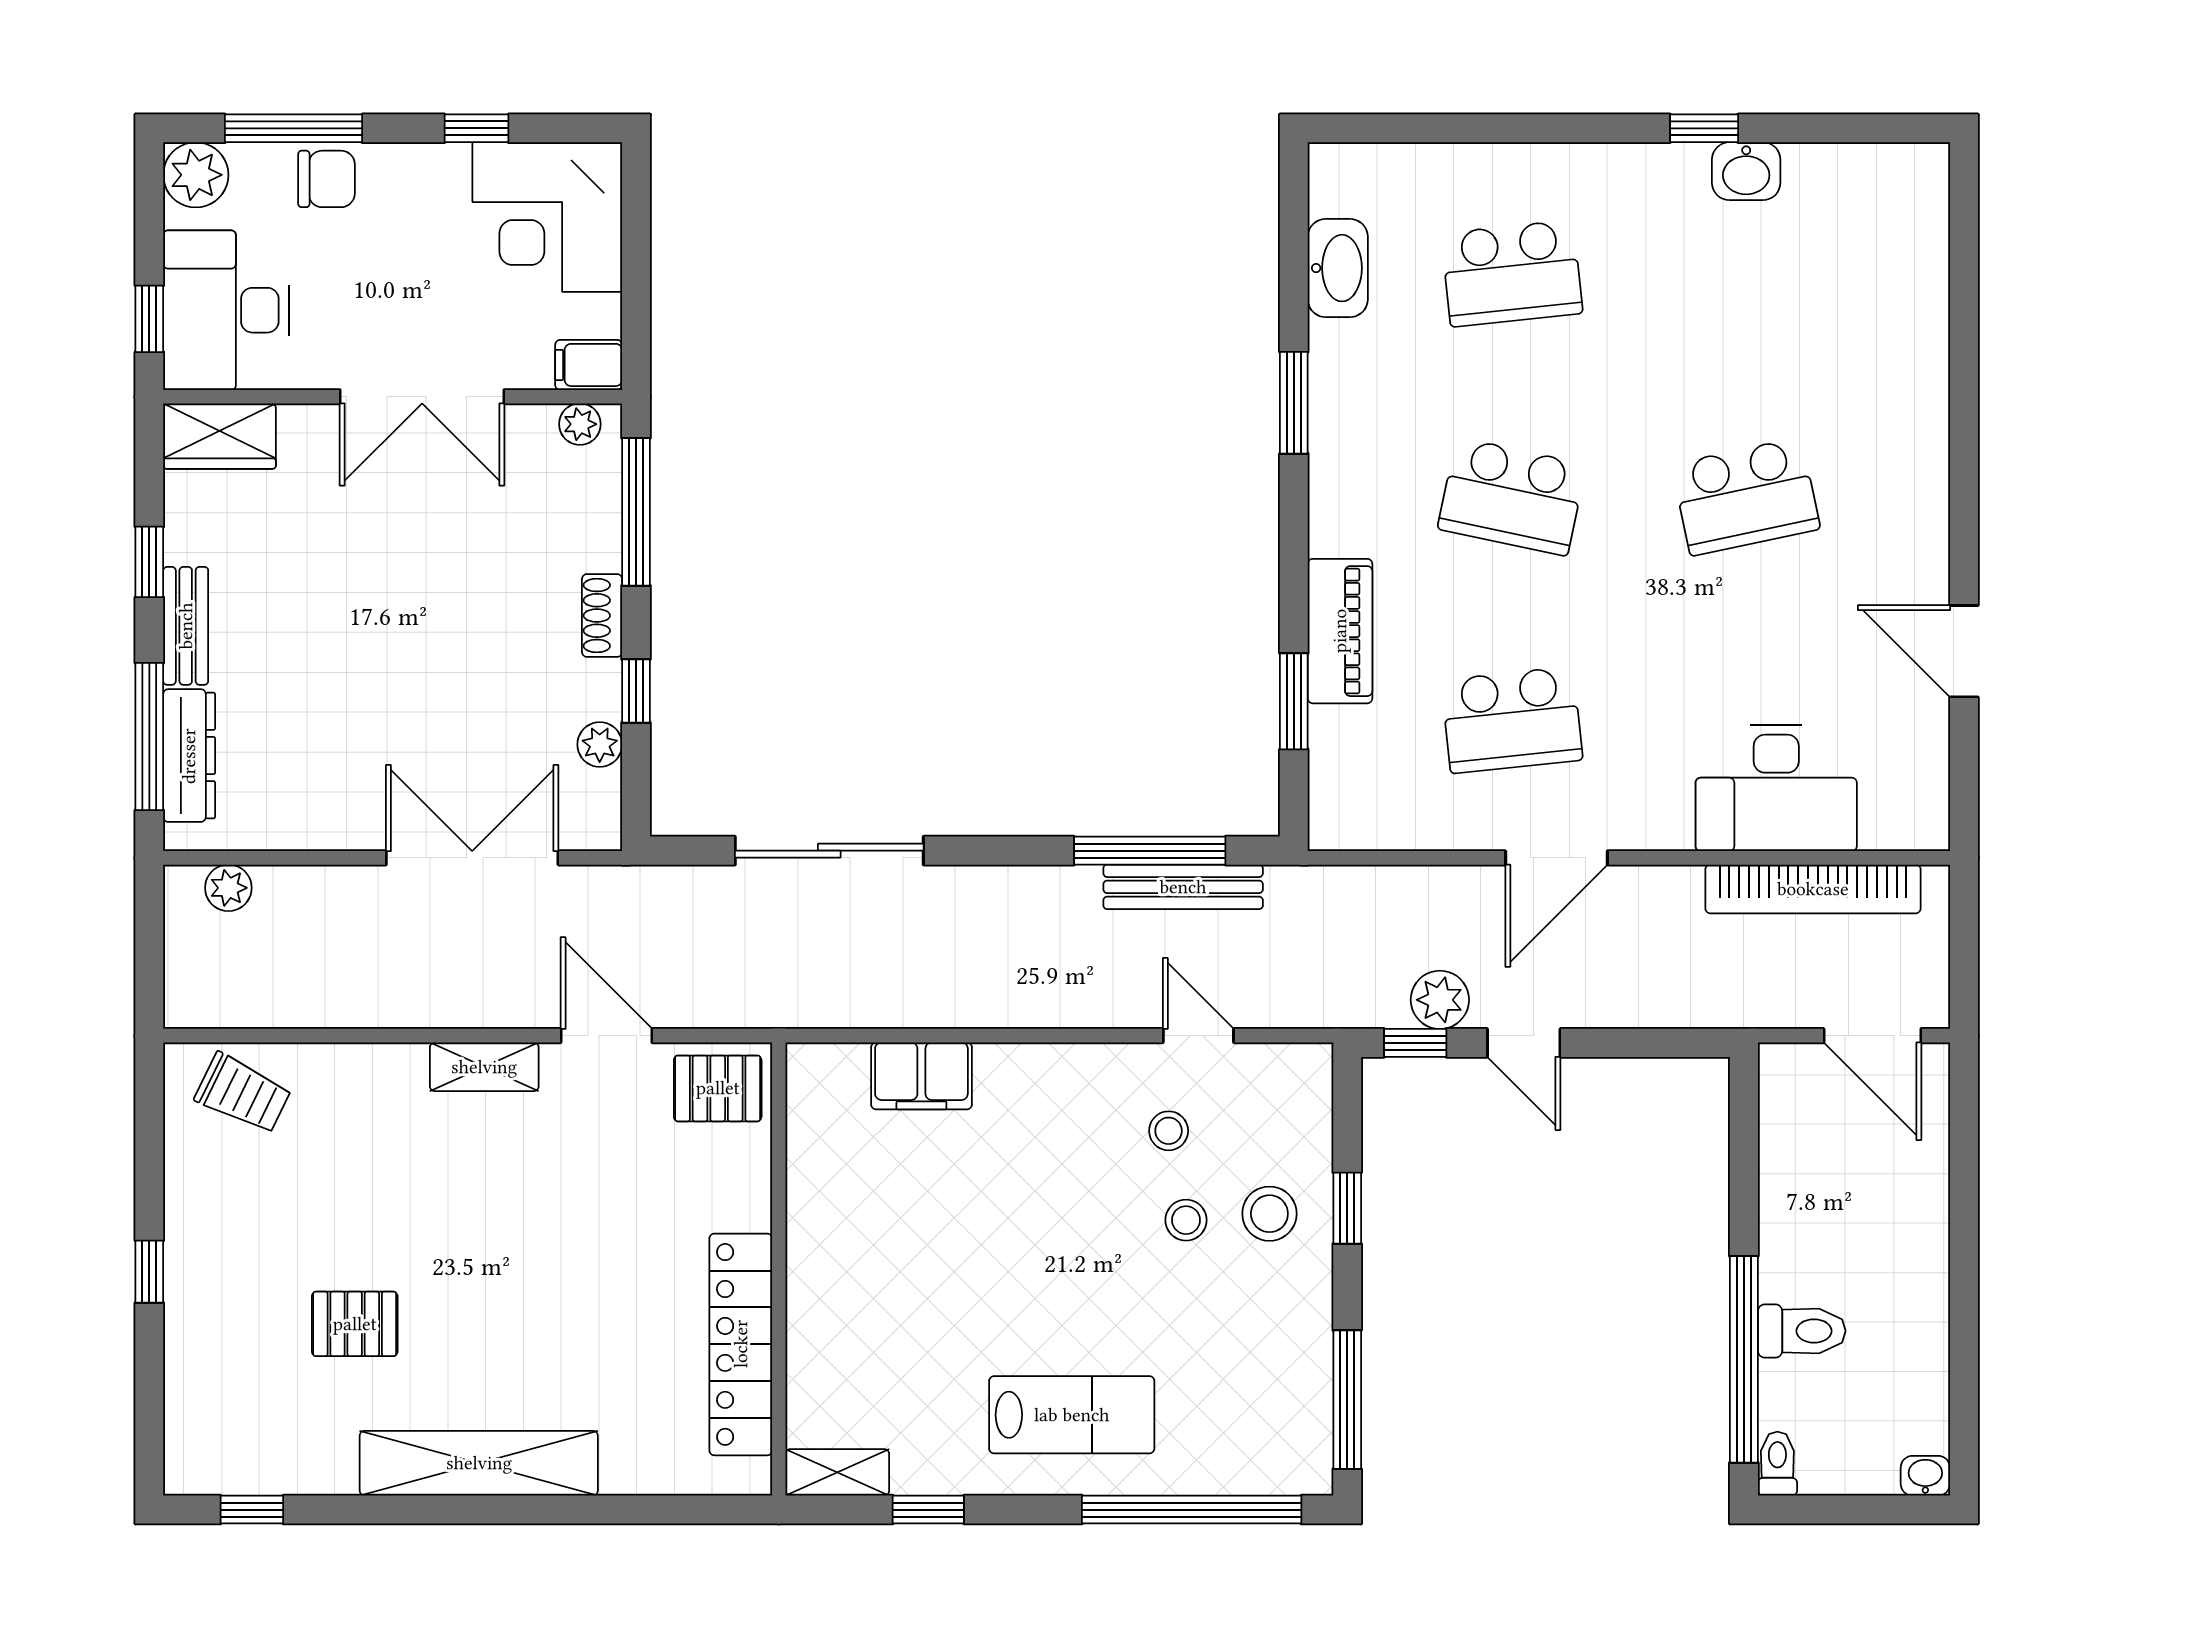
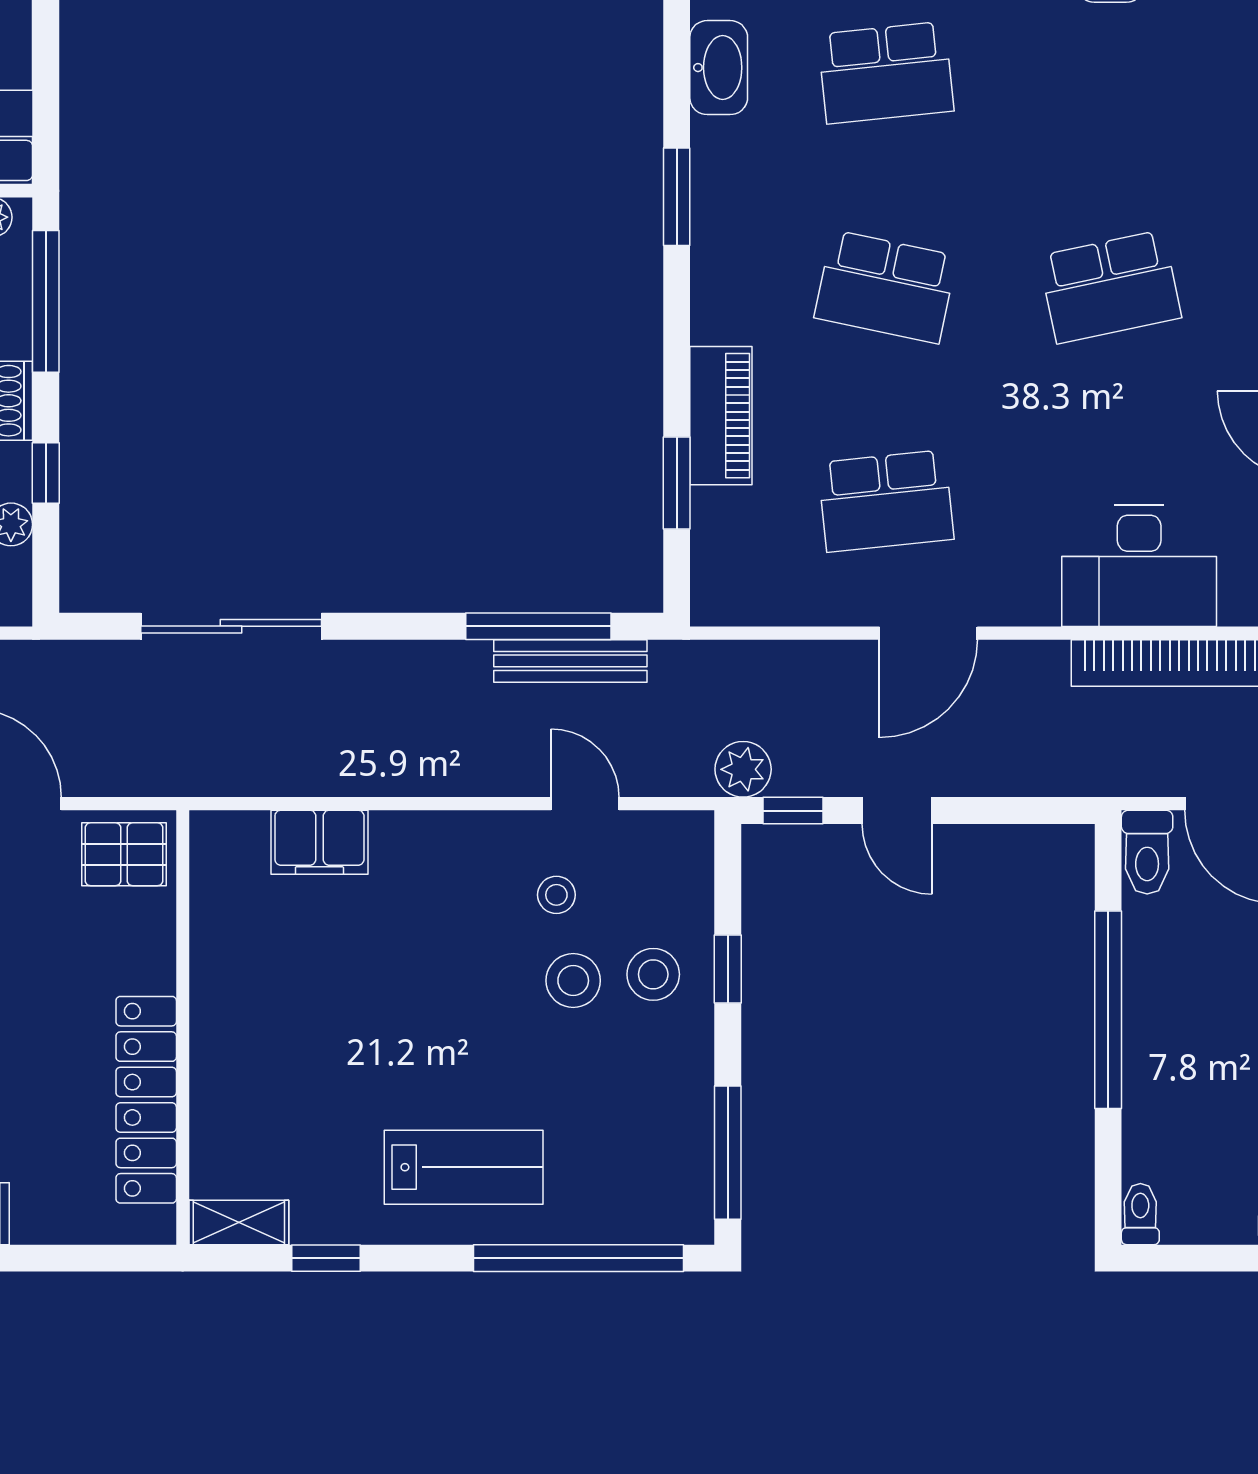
plant: (1440, 1000) -> (743, 769), moved
stool: (1186, 1220) -> (573, 981), width x1.37, depth x1.37
toilet: (1802, 1331) -> (1147, 852), moved, turned 90
window: (1744, 1359) -> (1108, 1010), moved

